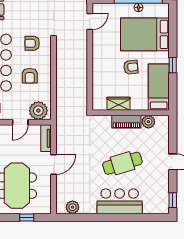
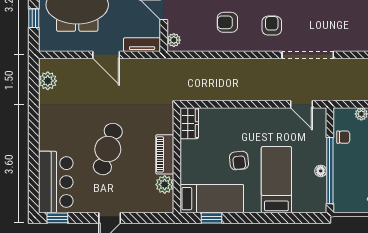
bed: (145, 34) -> (276, 180), width x0.67
window: (173, 65) -> (211, 218), moved
wardrobe: (118, 104) -> (189, 123), moved
plant: (38, 111) -> (174, 40), width x0.53, depth x0.53
cafe table: (122, 163) -> (108, 149), turned 34
bar counter: (120, 201) -> (56, 182), moved

